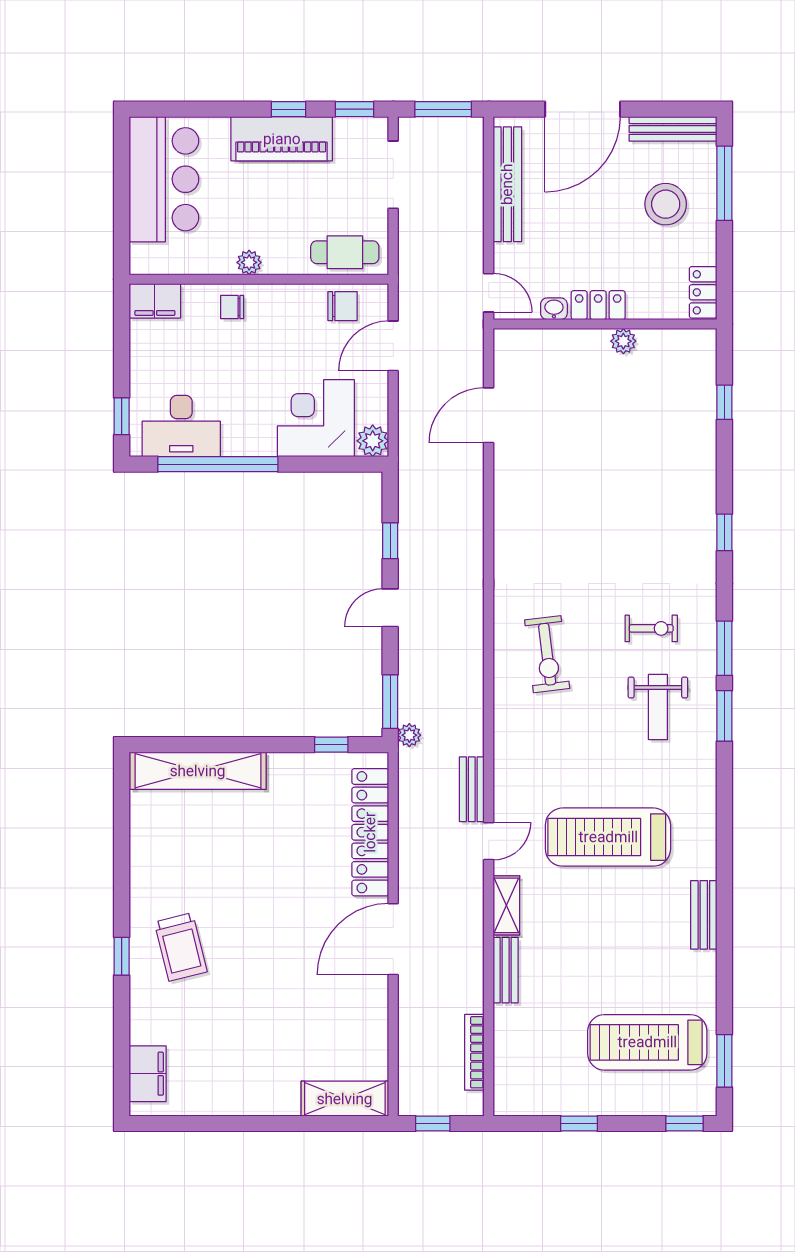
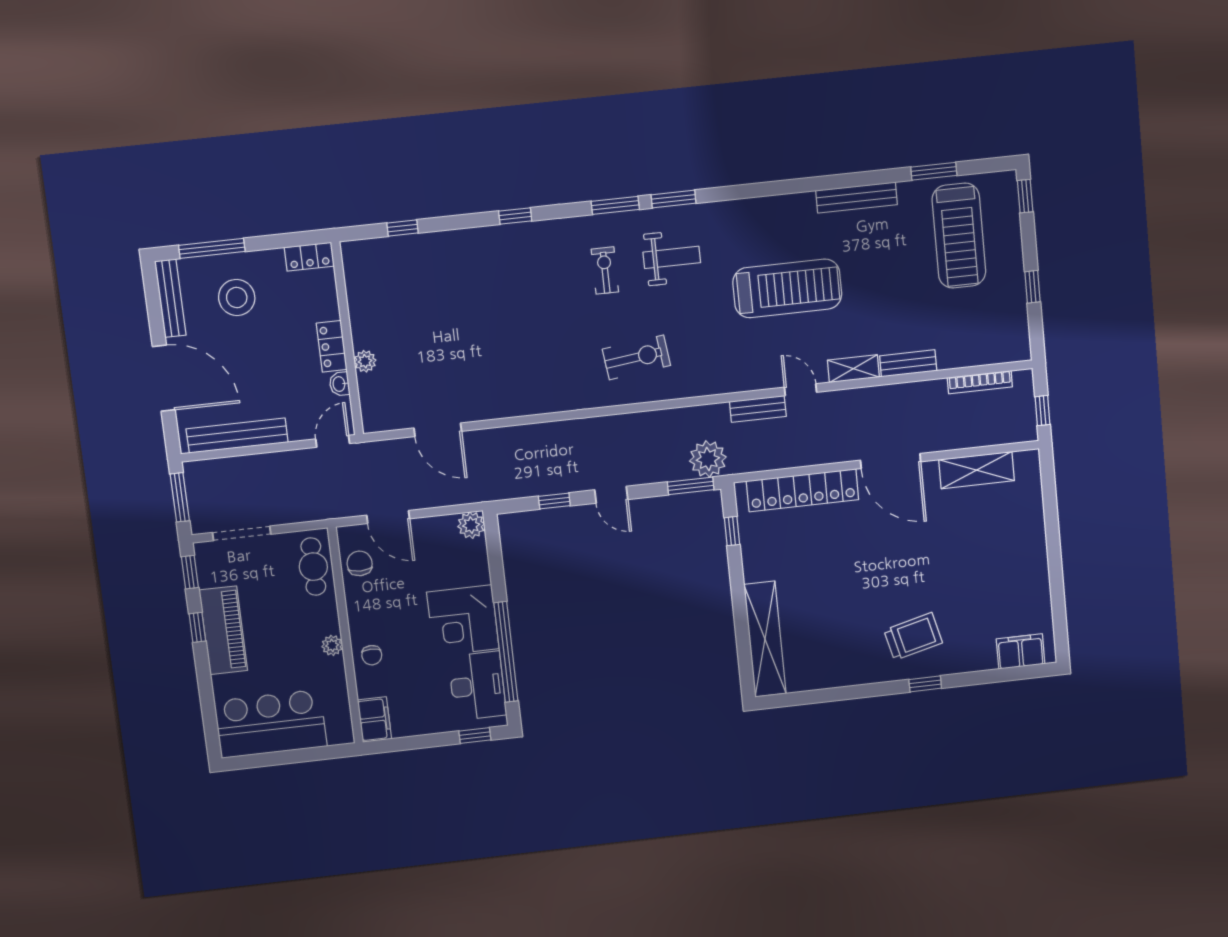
plant: (623, 341) -> (365, 361), moved
corner desk: (316, 418) -> (463, 620), moved
plant: (409, 735) -> (708, 459), width x1.88, depth x1.88
treadmill: (608, 837) -> (787, 288), turned -90
bench: (704, 915) -> (856, 197), width x1.36
window: (724, 1061) -> (934, 171), moved
shelving: (345, 1099) -> (977, 470), moved, turned 90

